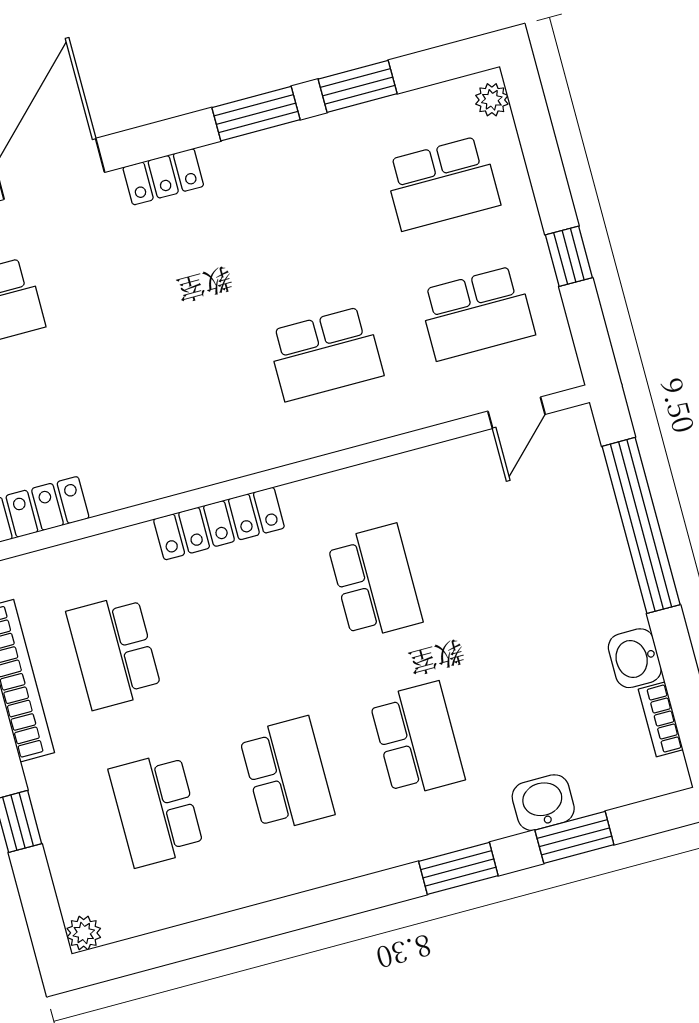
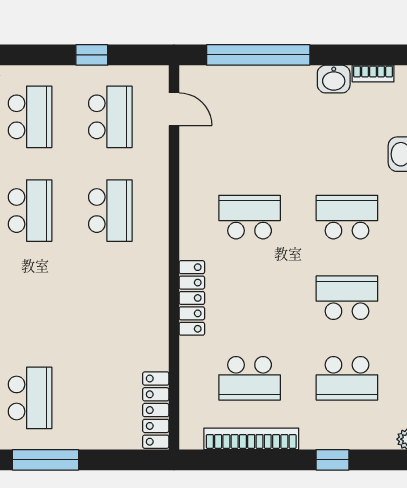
school desk: (290, 224) -> (30, 211), added

